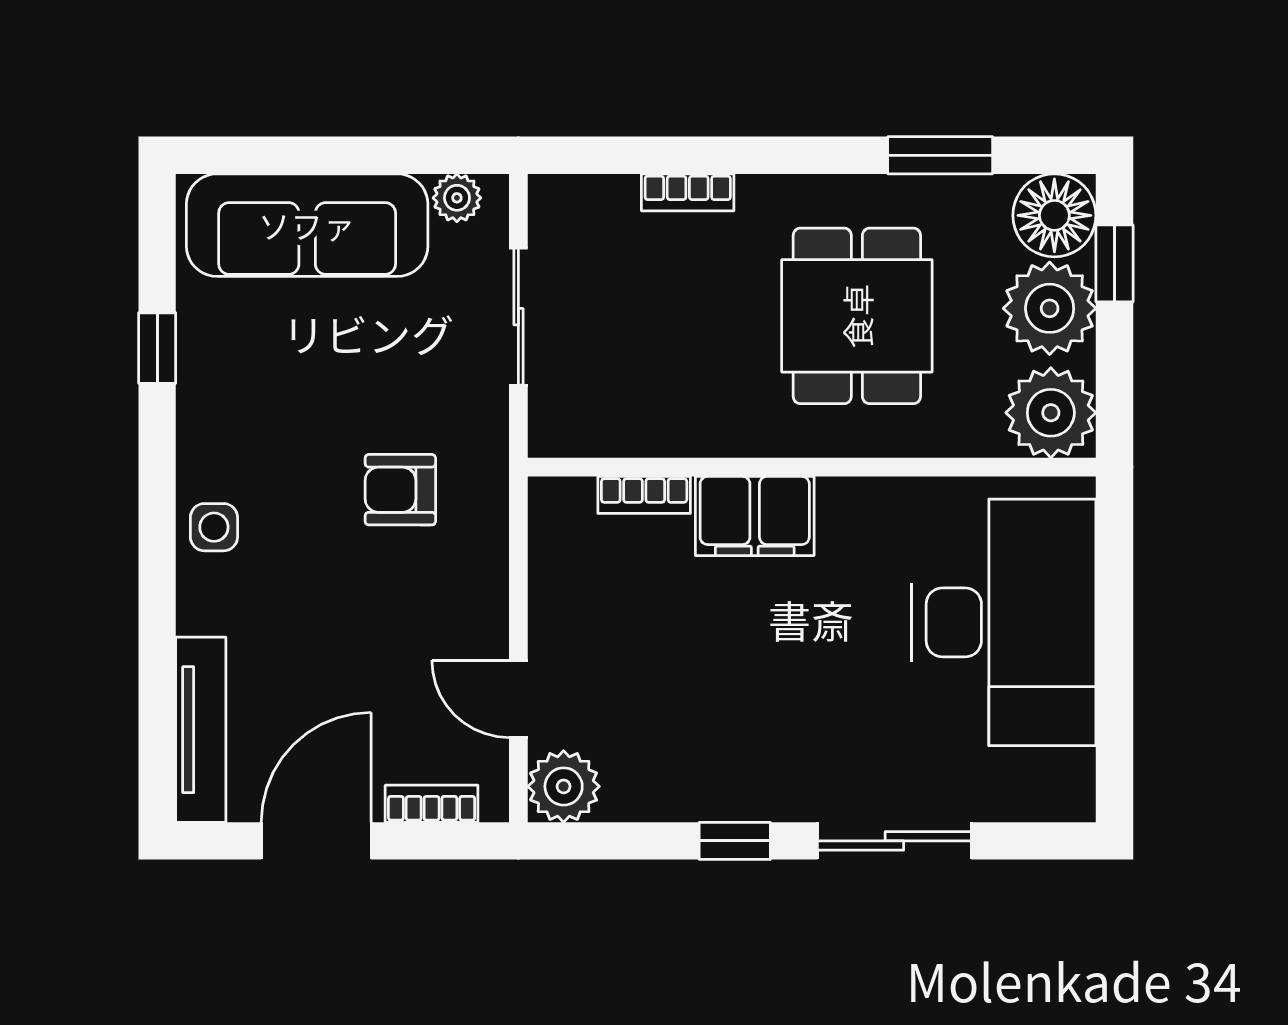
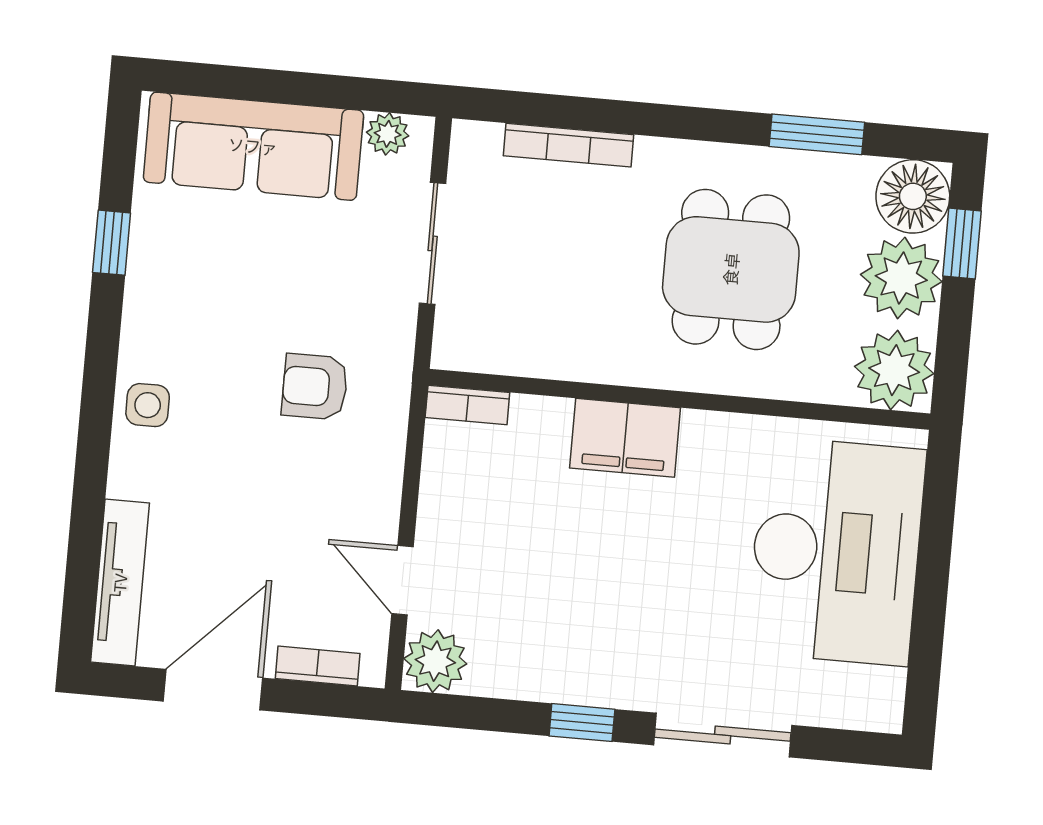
bookcase: (688, 192) -> (568, 145), width x1.56
bookcase: (644, 495) -> (467, 405), moved

